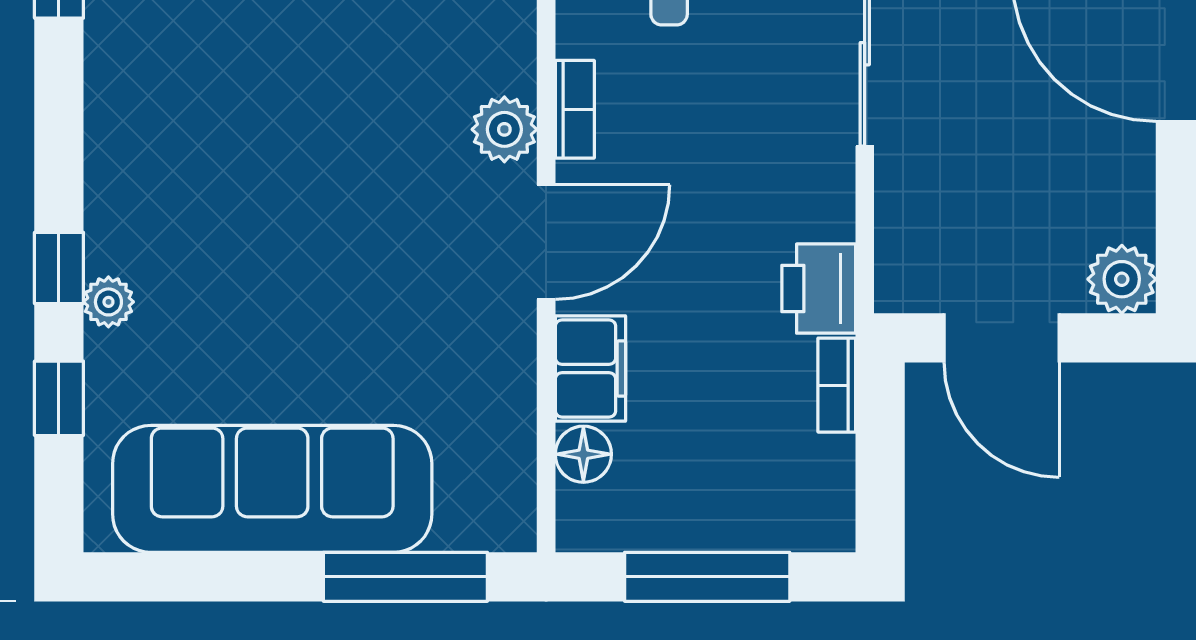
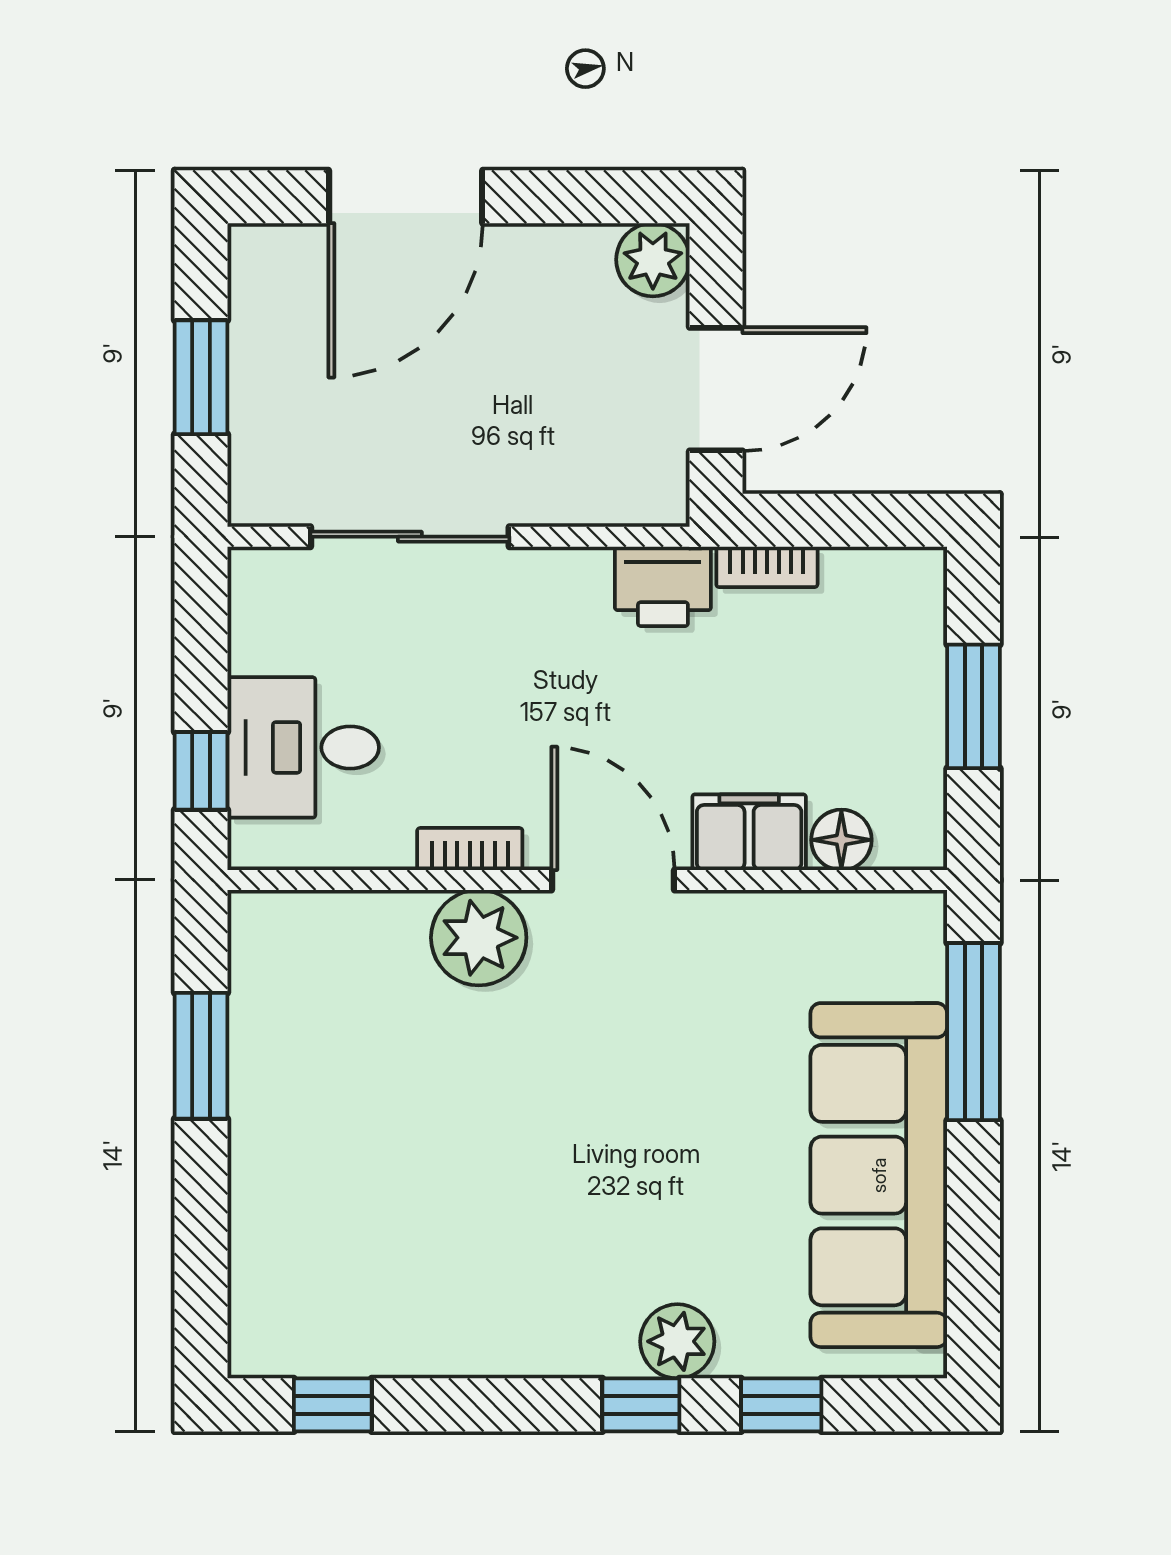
plant: (504, 129) -> (479, 938), width x1.36, depth x1.36
plant: (108, 302) -> (677, 1341), width x1.38, depth x1.38
window: (707, 577) -> (973, 706), width x0.69

